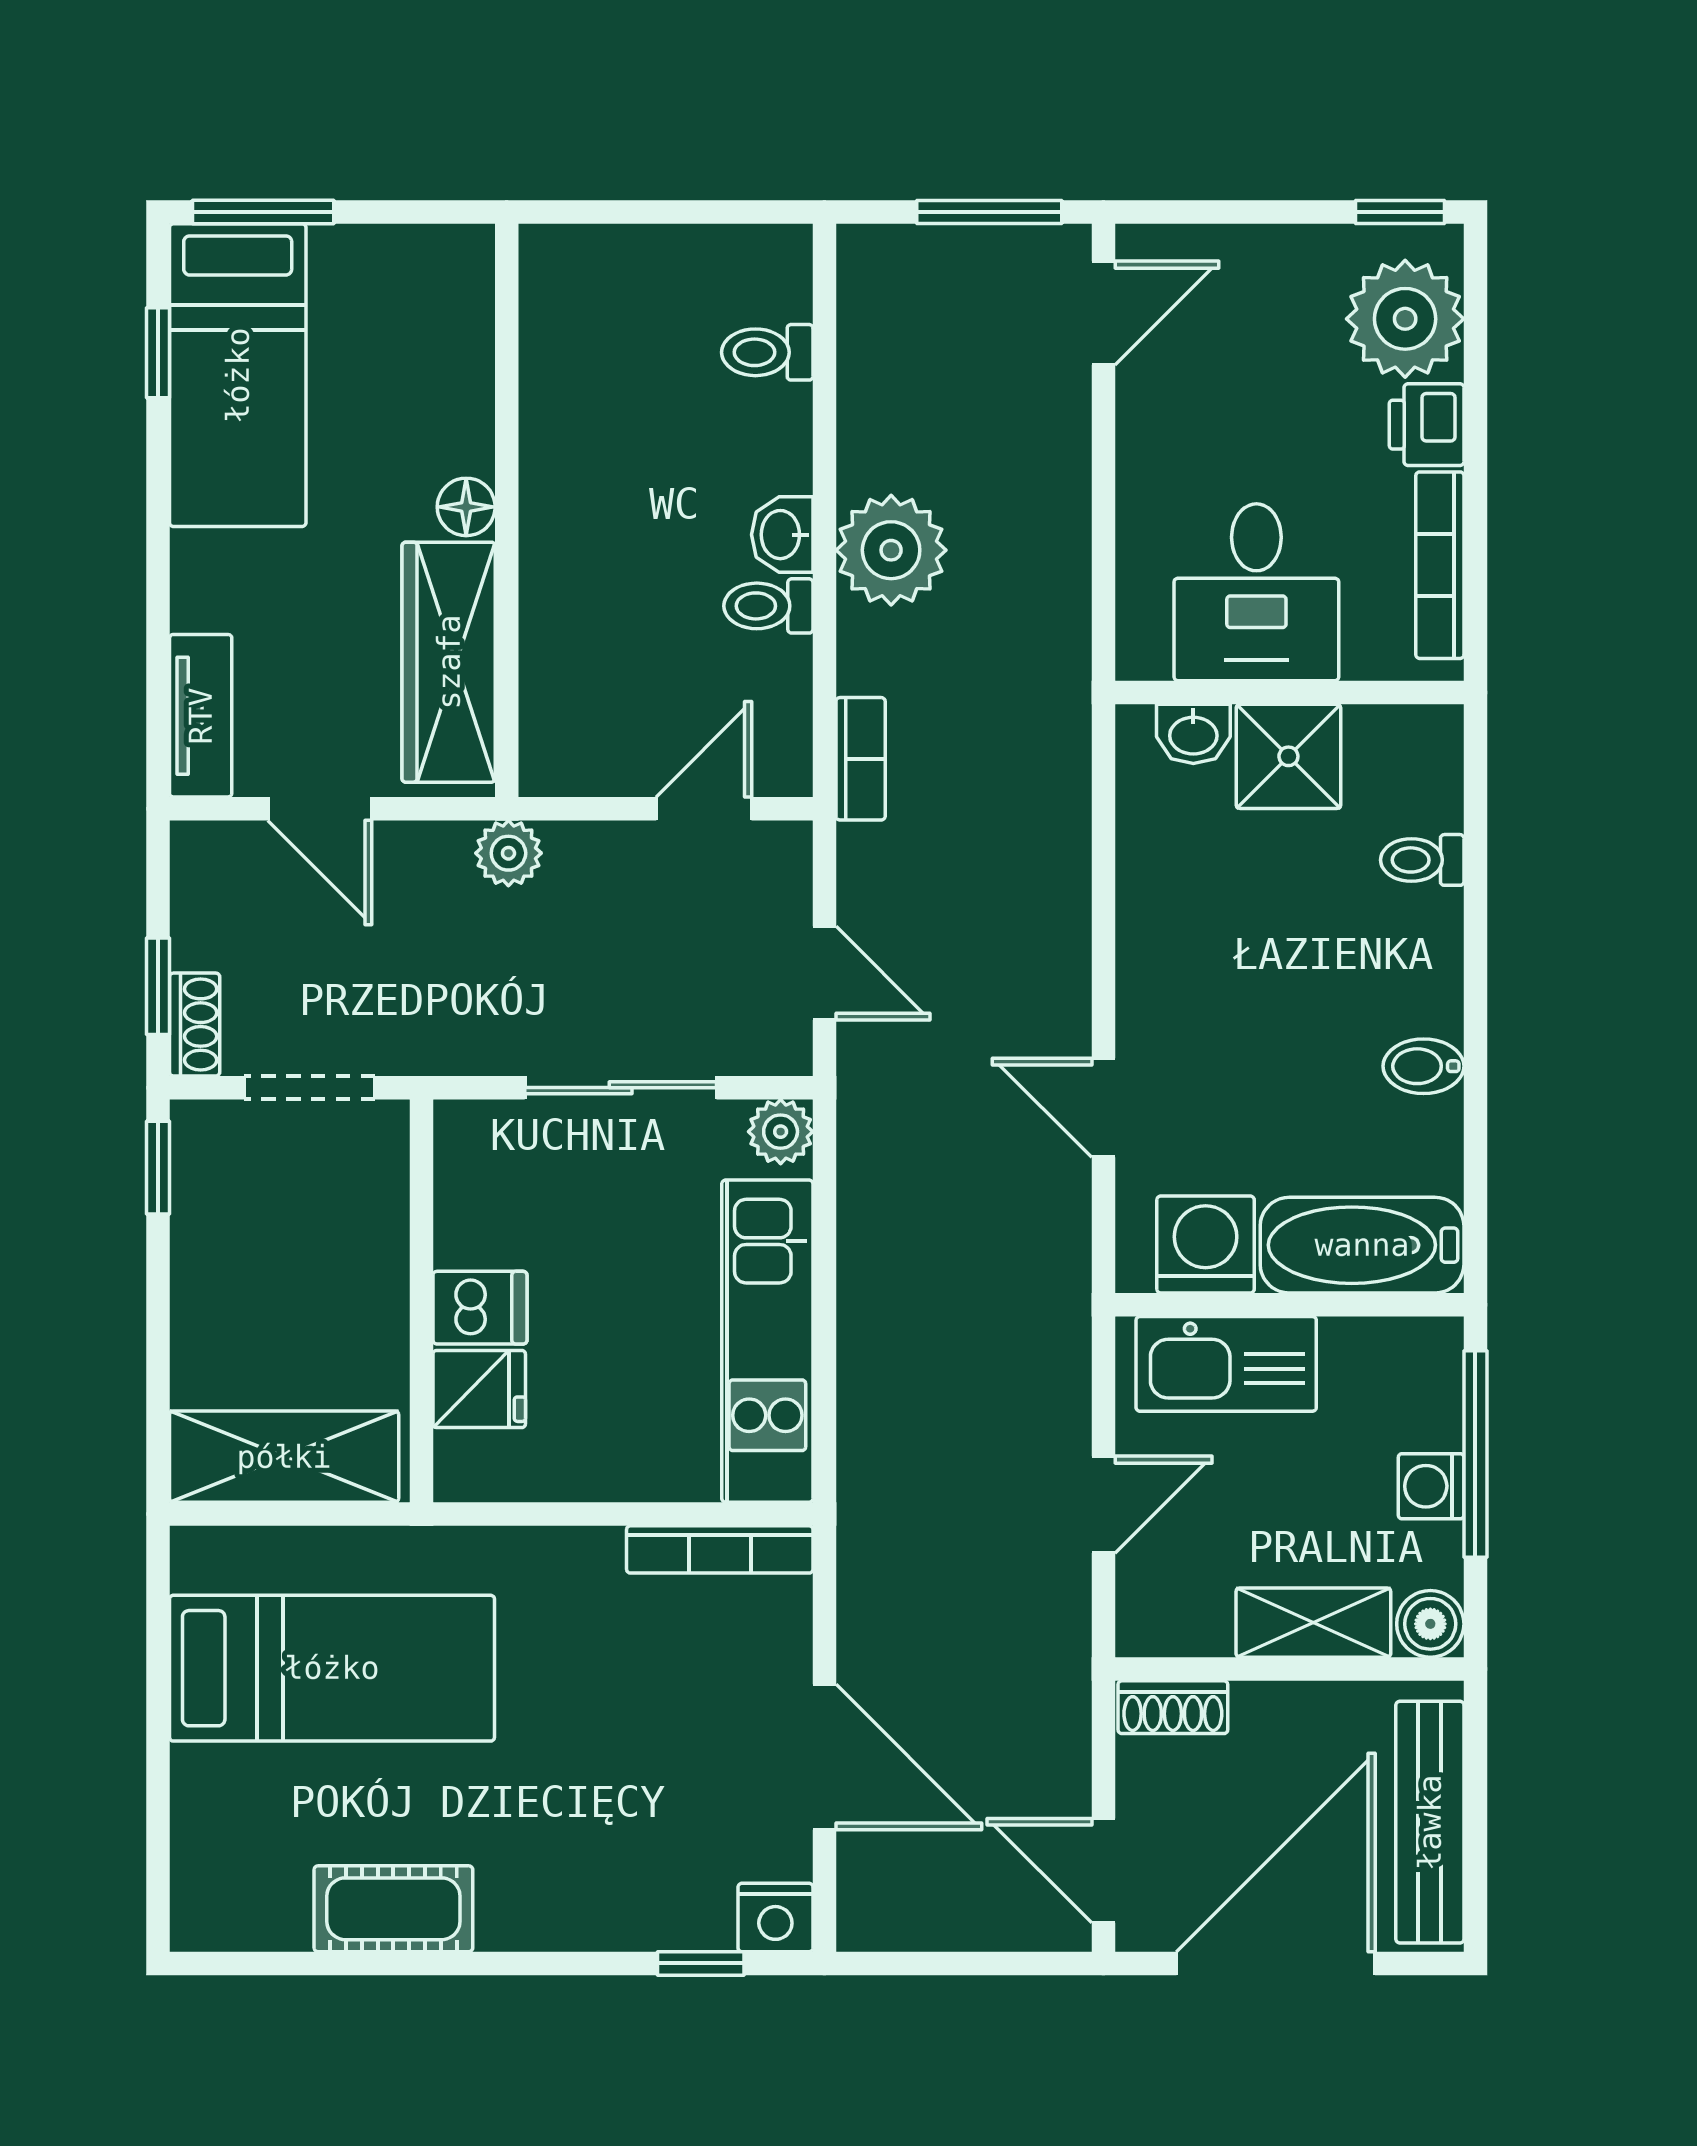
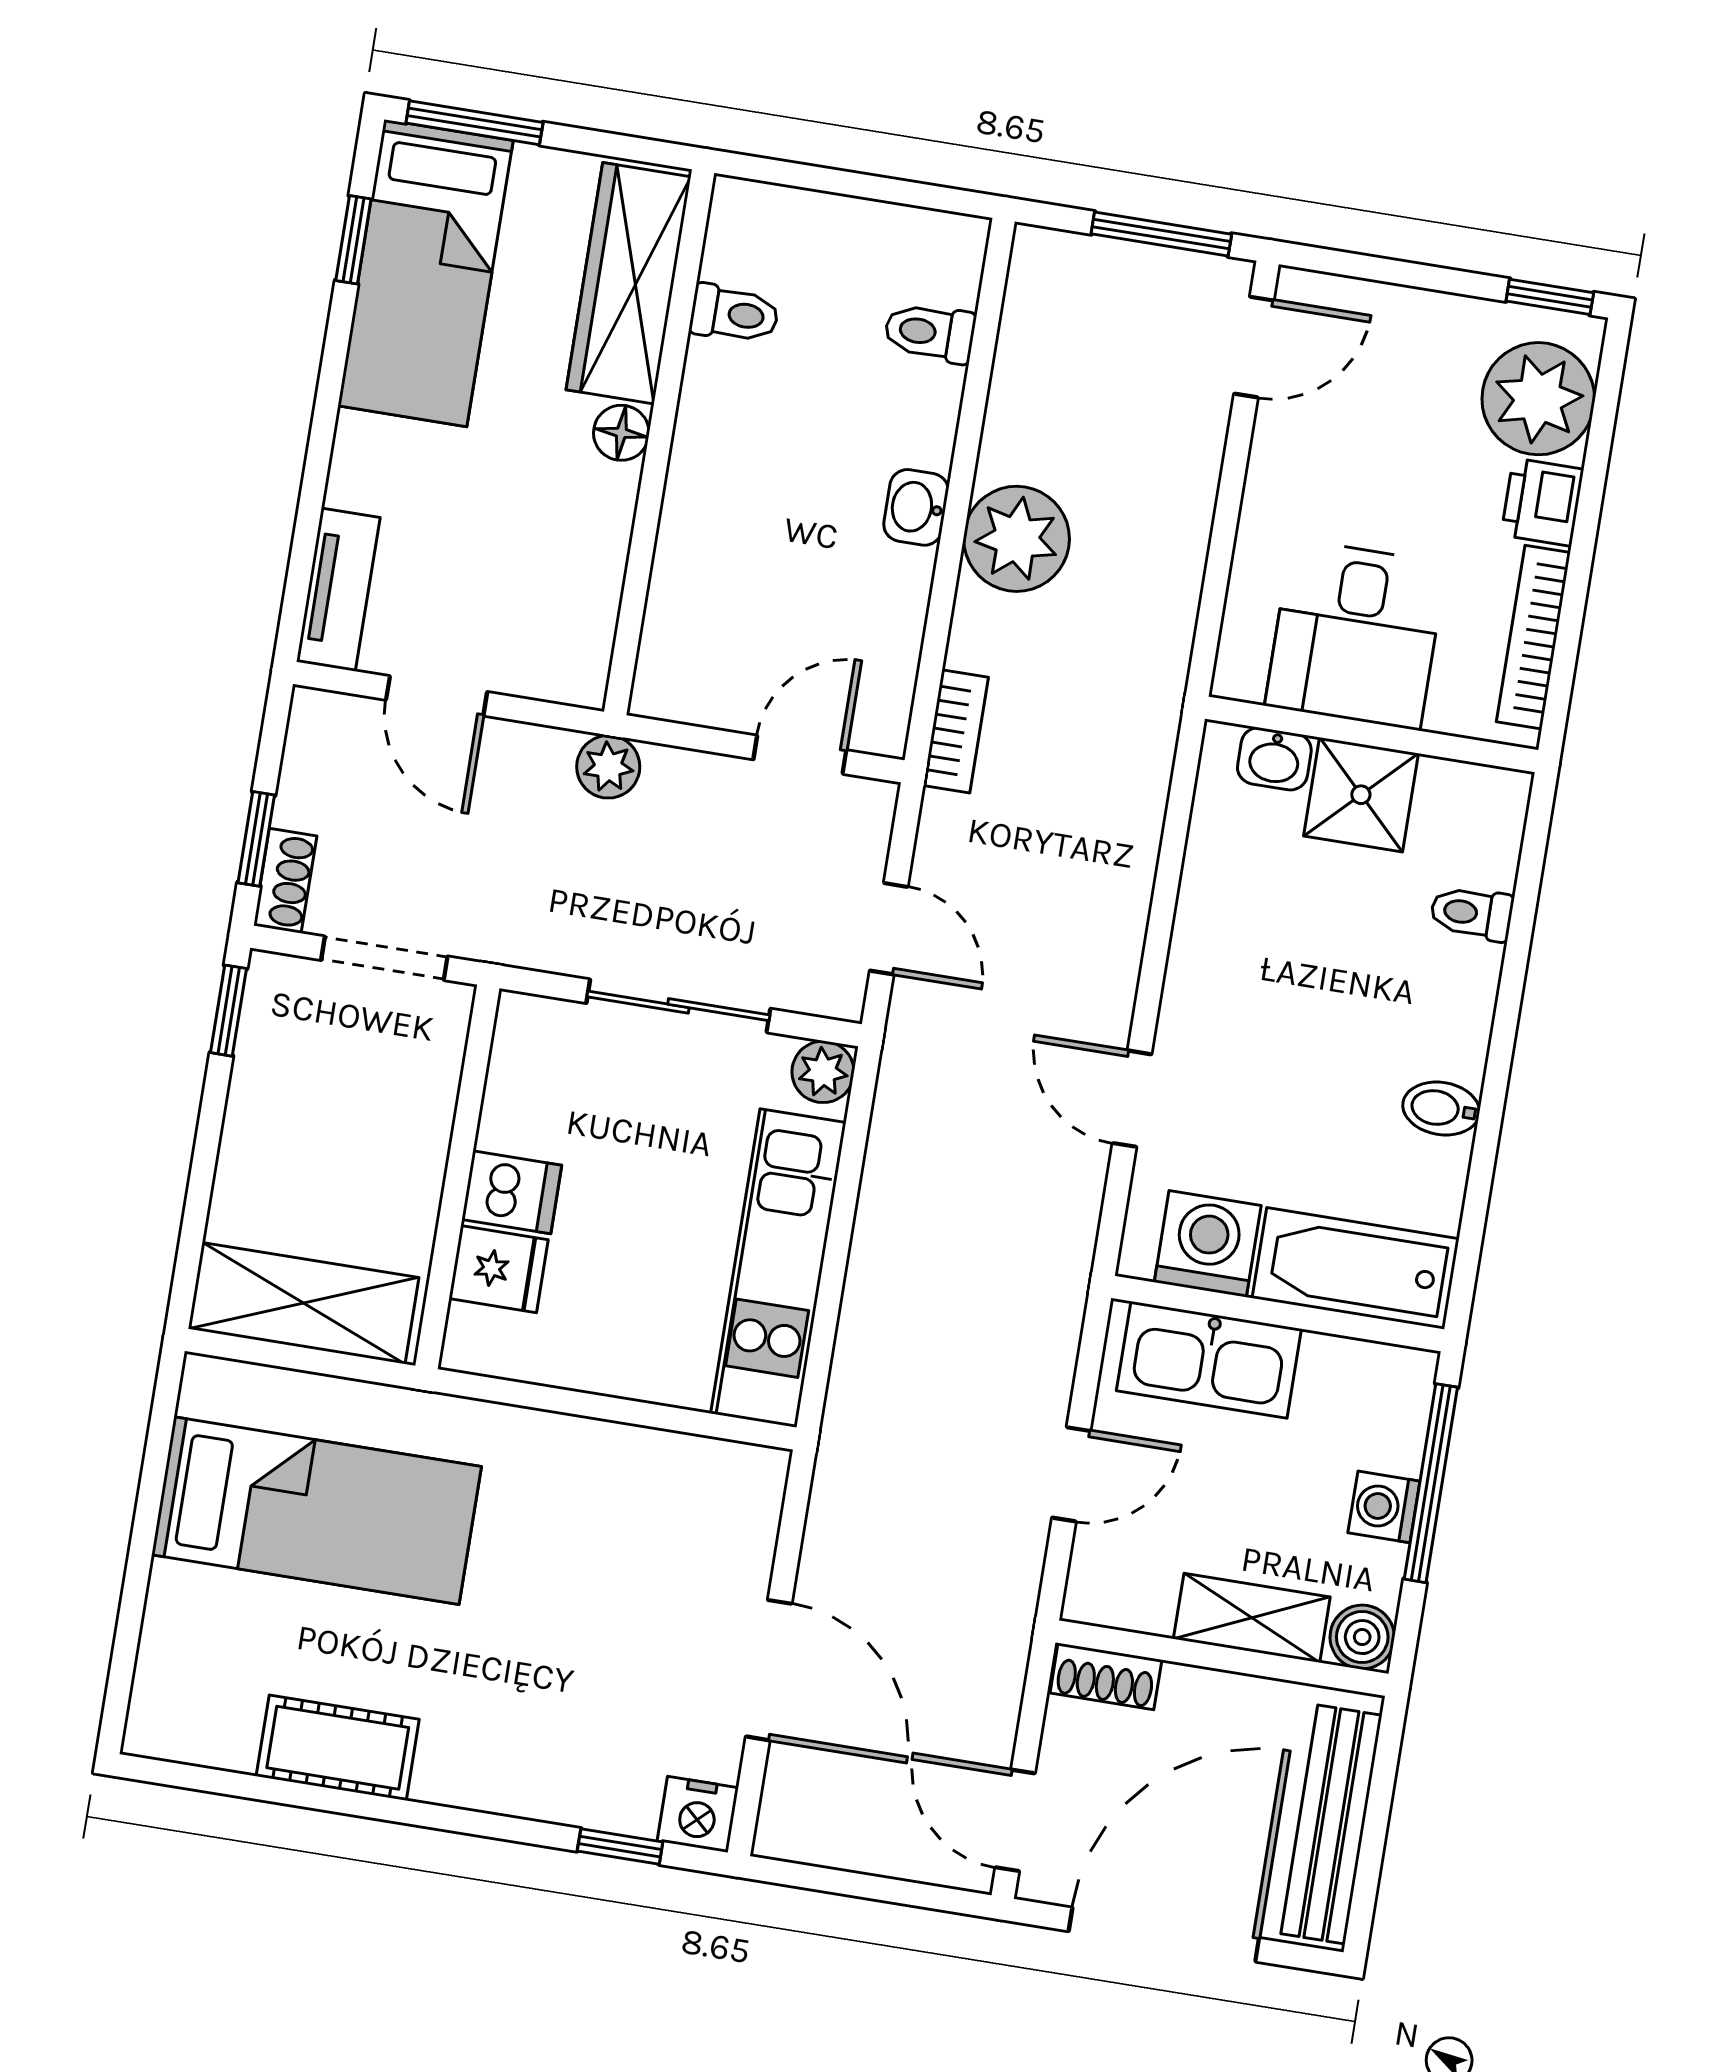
toilet: (768, 606) -> (734, 314), moved, turned 180
wardrobe: (449, 662) -> (628, 283), moved
bookcase: (720, 1549) -> (701, 1458), removed

